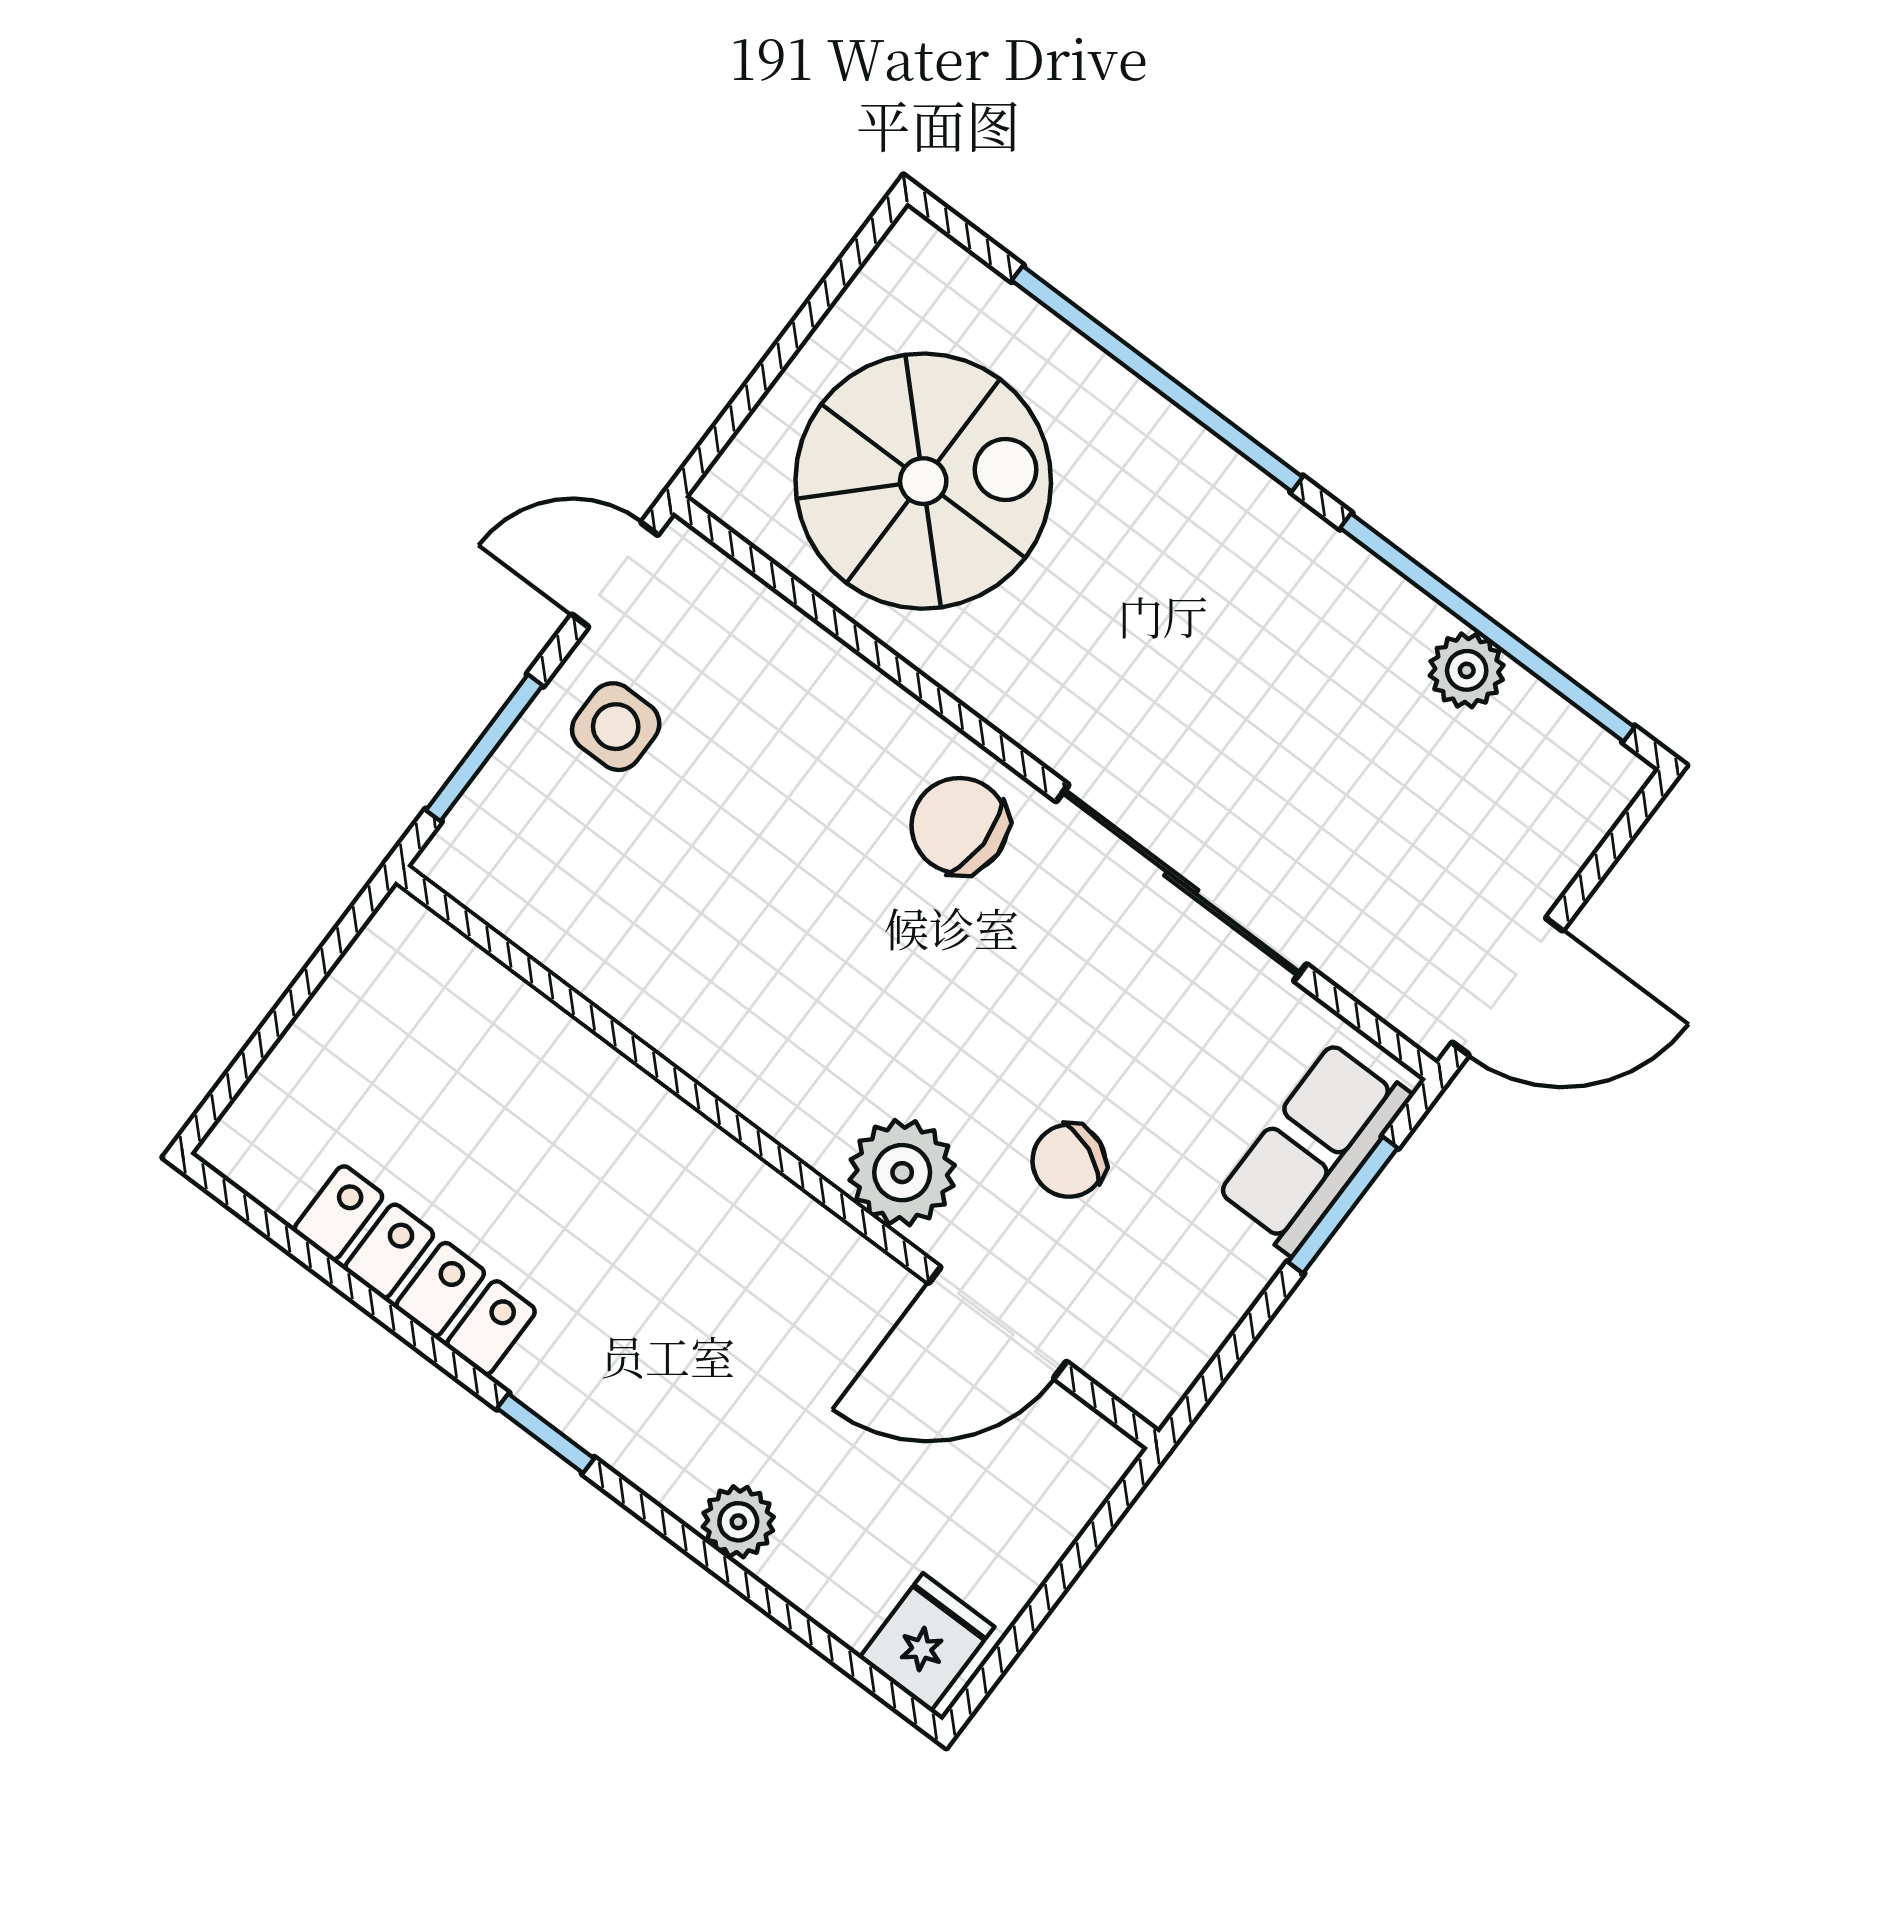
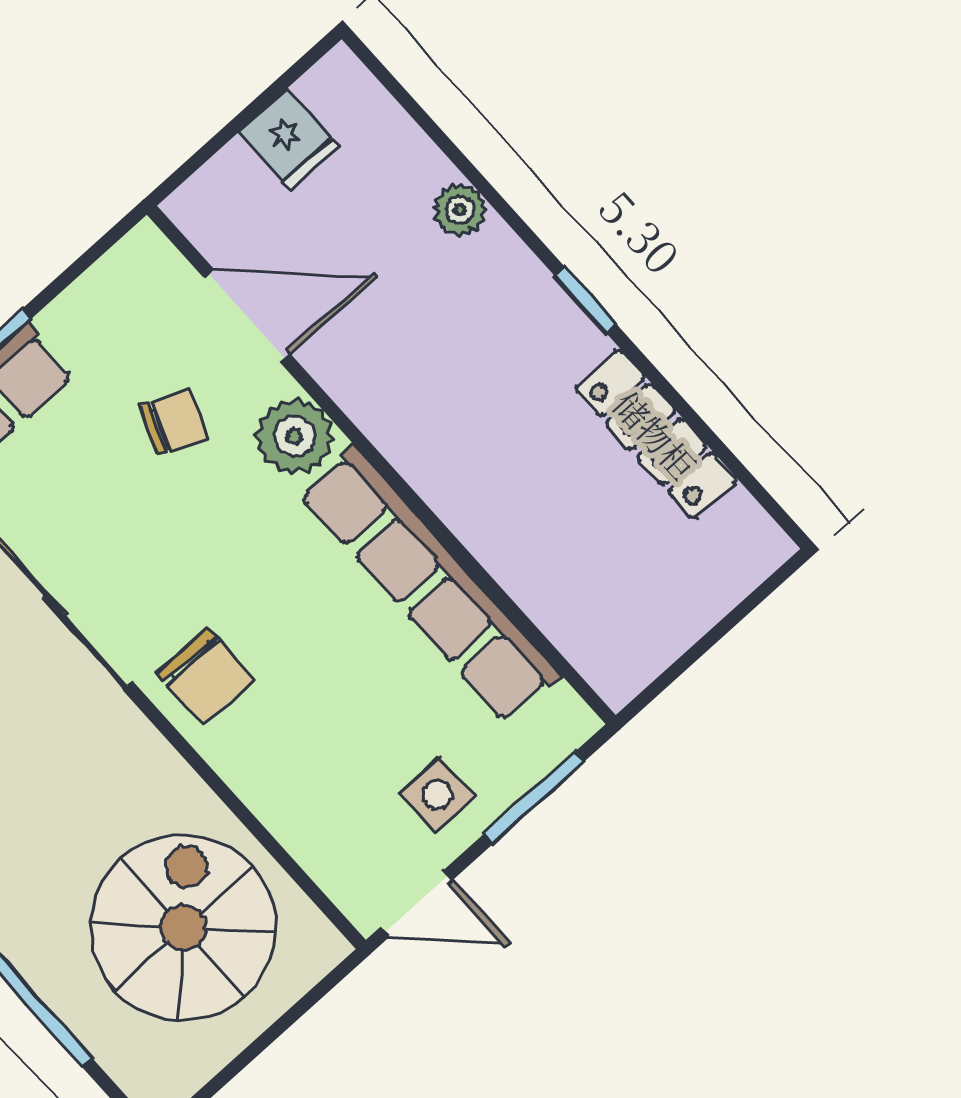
spiral stairs: (923, 481) -> (183, 927), turned 90
row of seats: (681, 1008) -> (430, 584), added
fridge: (927, 1642) -> (289, 139), moved, turned -90

